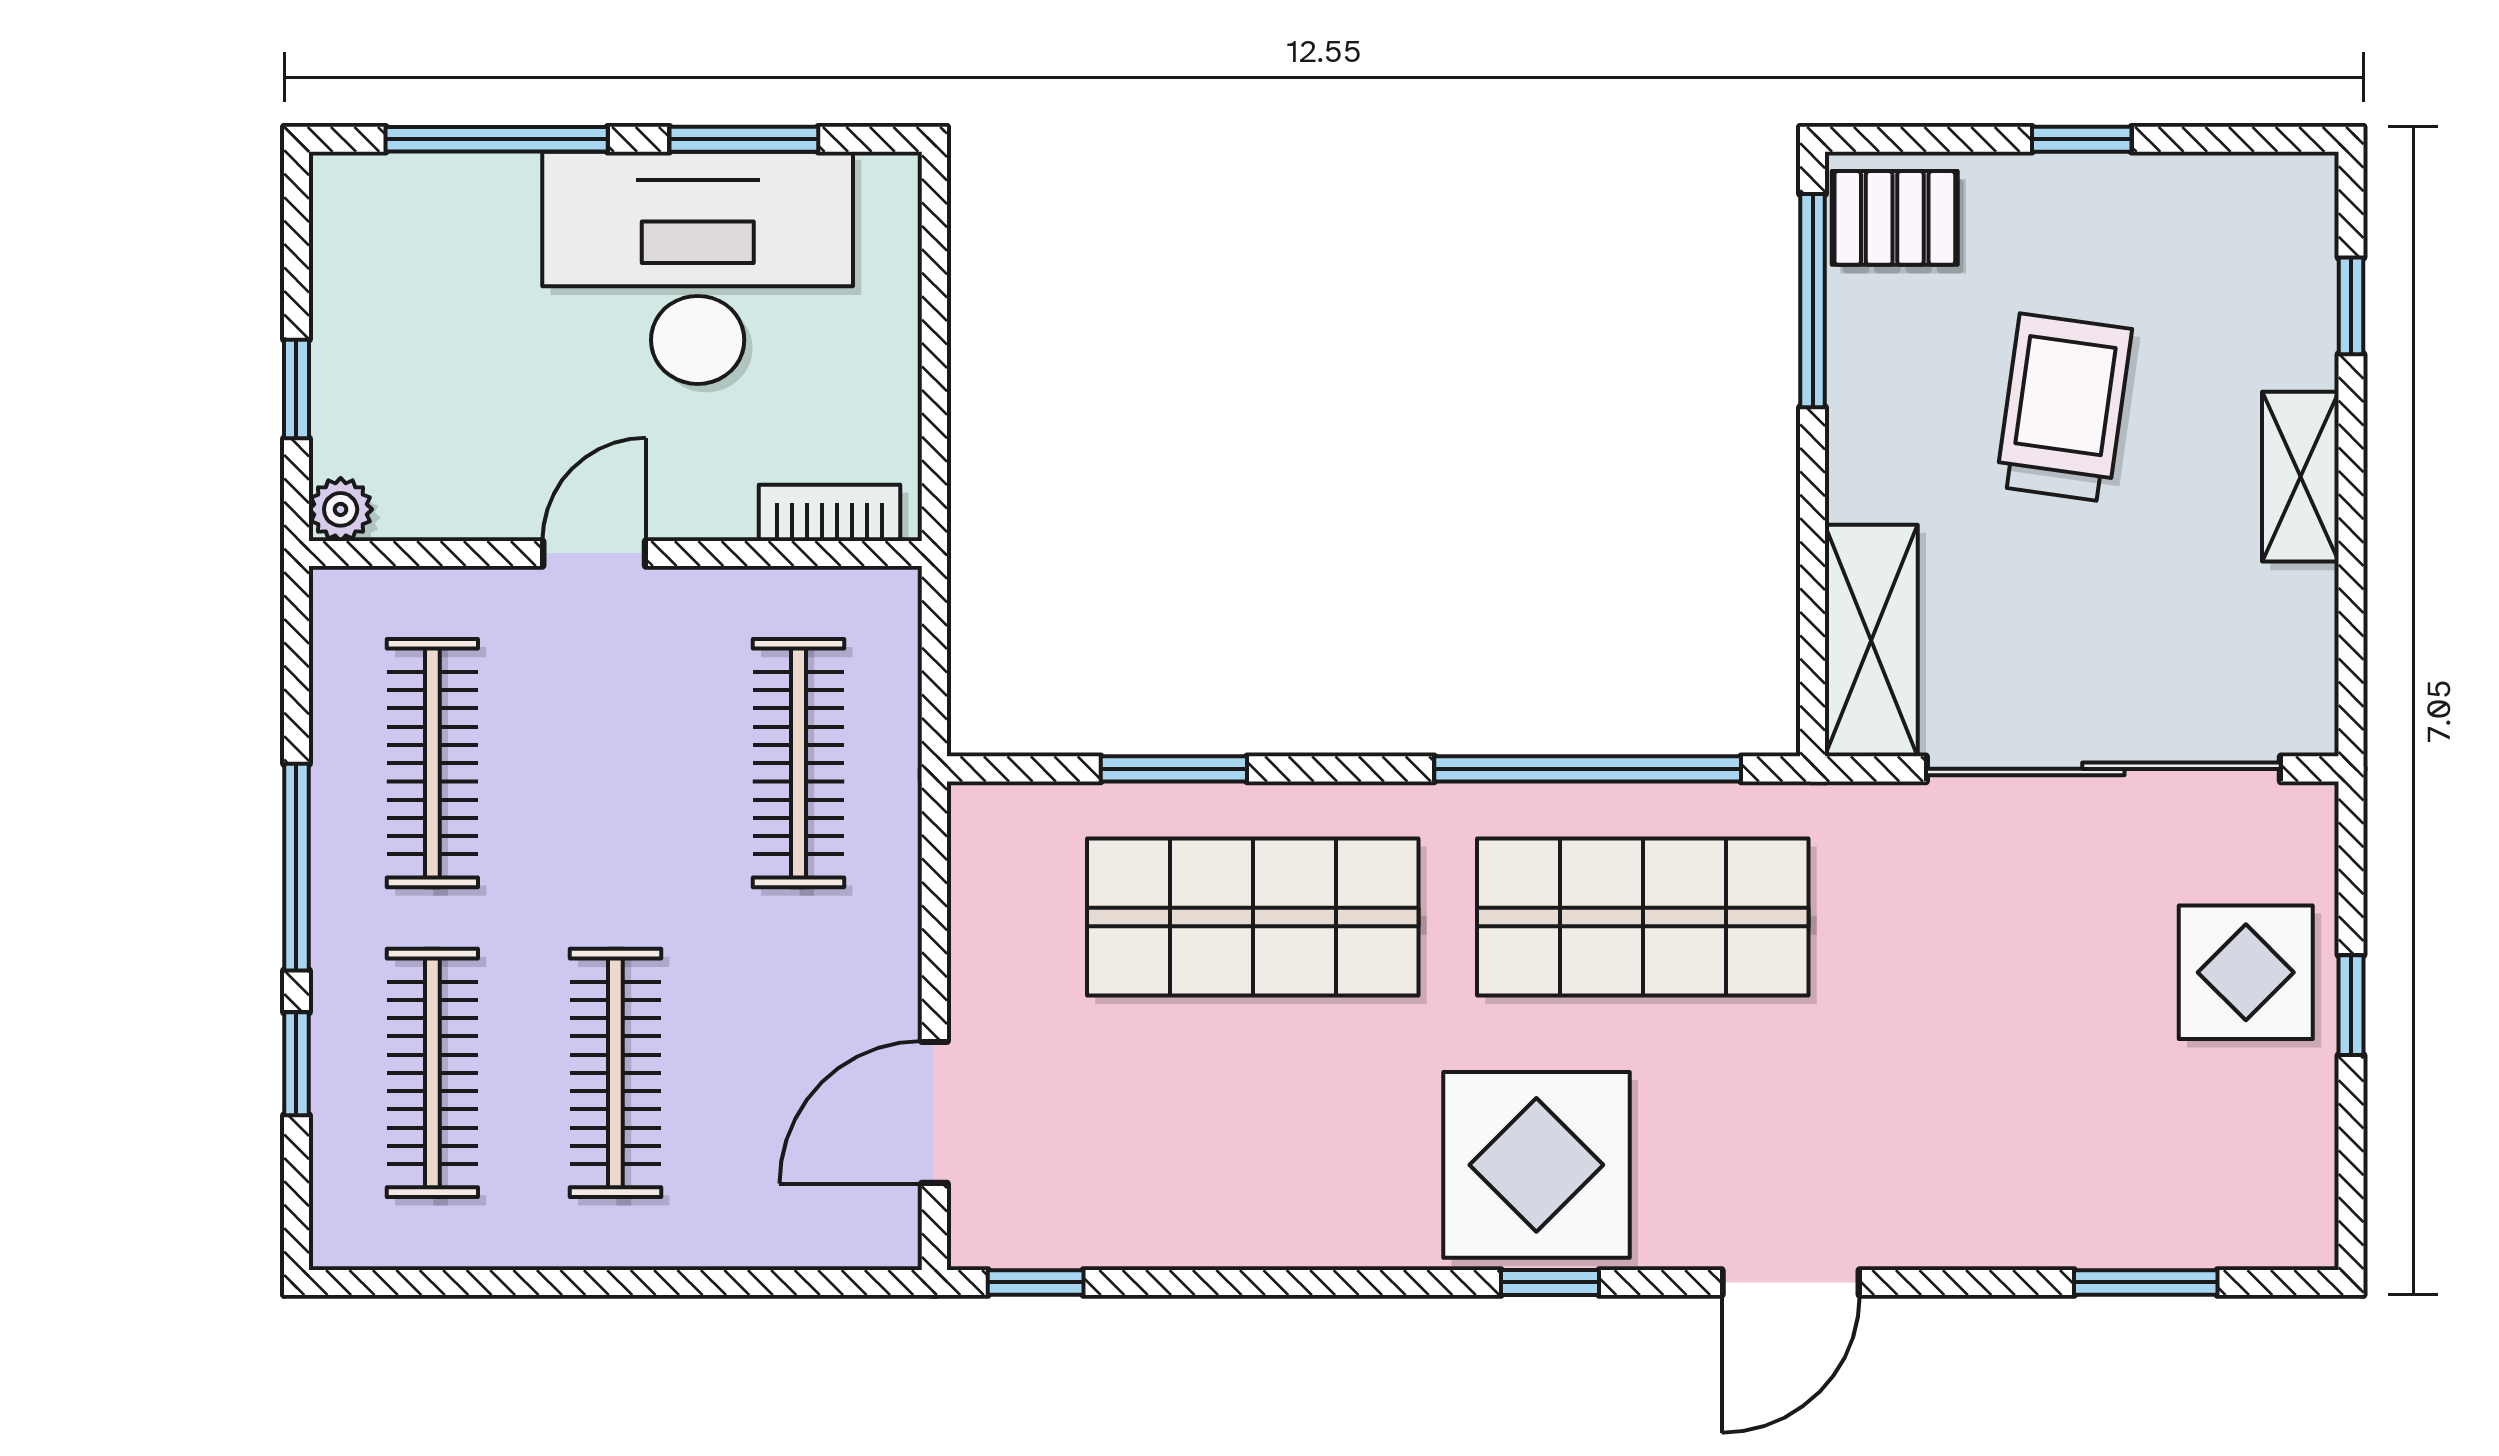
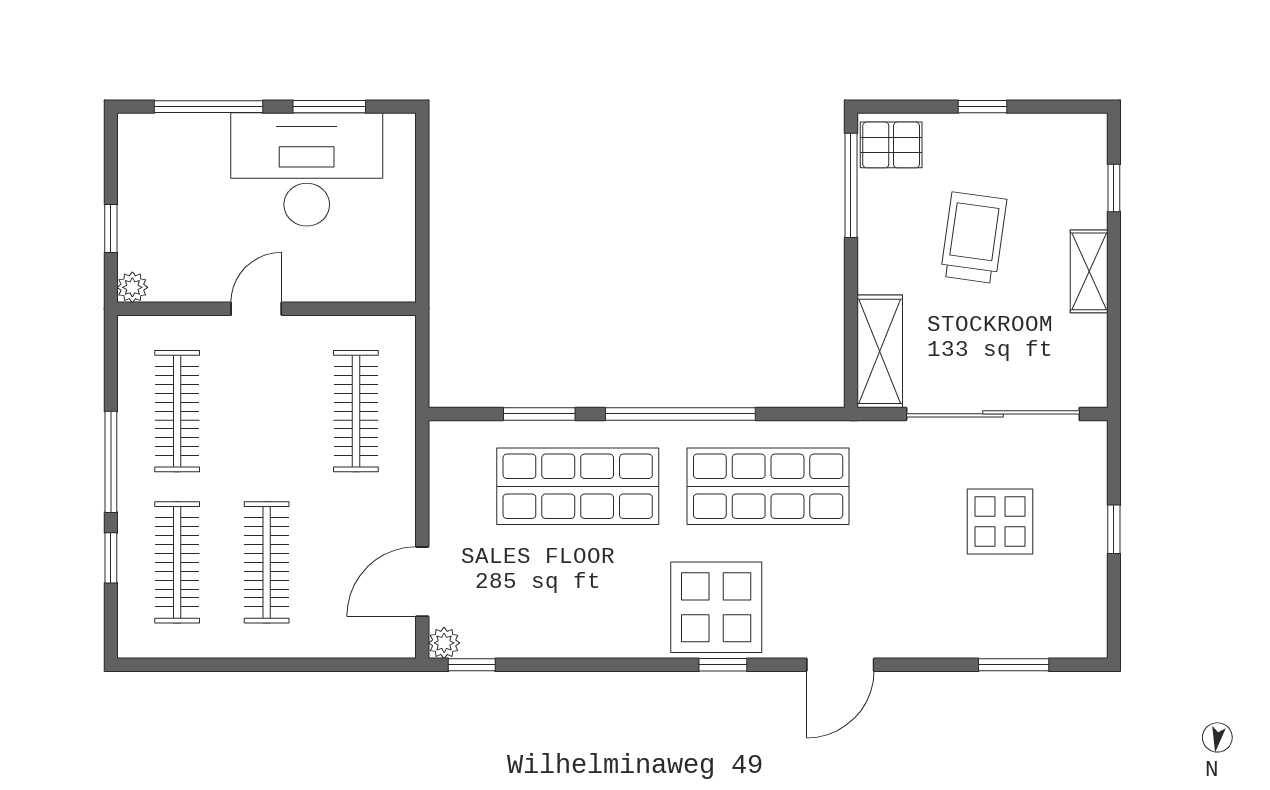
bookcase: (829, 513) -> (371, 289), removed
window: (1588, 769) -> (680, 414), moved
display table: (2246, 972) -> (1000, 521), moved
plant: (979, 1238) -> (444, 643), added

